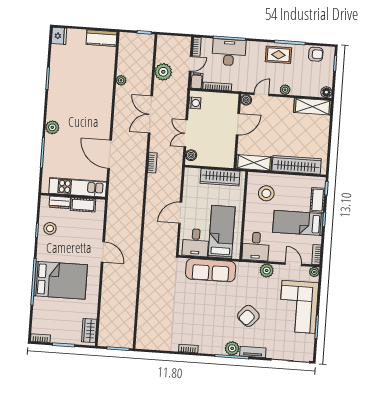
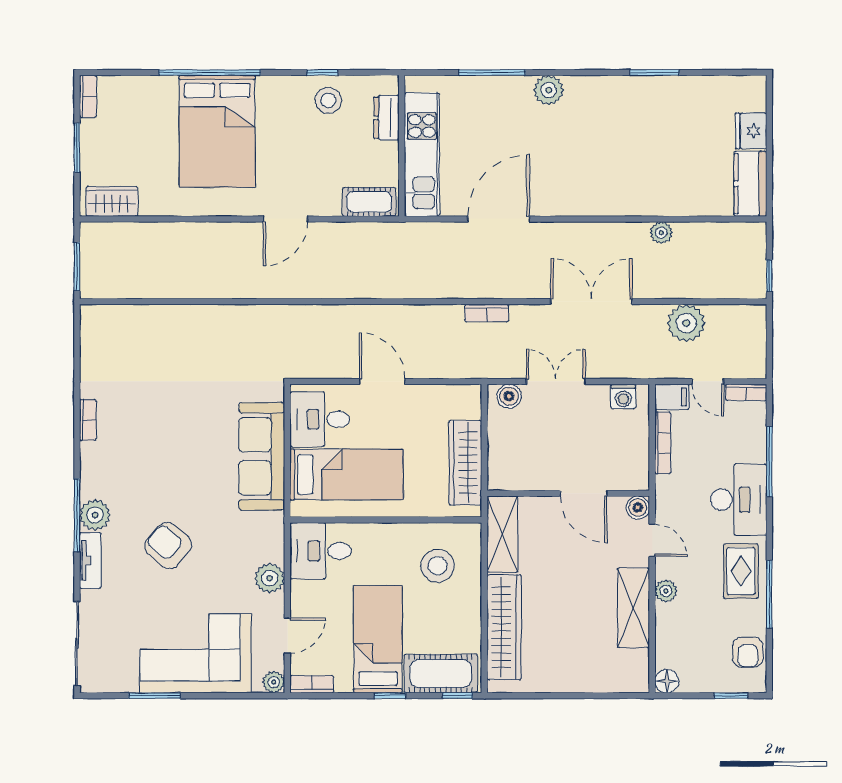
fridge: (59, 36) -> (751, 131), moved, turned 90
desk: (229, 52) -> (739, 500), moved
shelving: (312, 106) -> (633, 608), moved
cot: (318, 200) -> (441, 674), width x1.37, depth x1.34
cot: (83, 205) -> (369, 202), moved, turned 90

